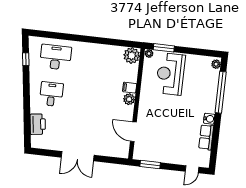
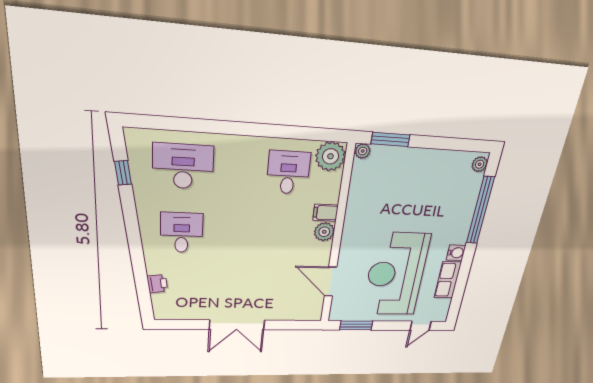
desk: (109, 63) -> (288, 173), added
reception desk: (170, 74) -> (396, 274), moved, width x1.36, depth x1.30
printer: (38, 124) -> (157, 284), width x0.53, depth x0.68

